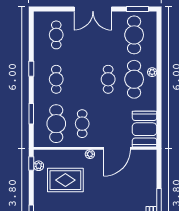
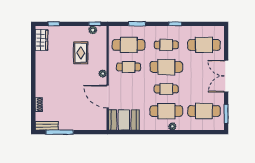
cafe table: (56, 35) -> (204, 45), width x1.37, depth x1.35
cafe table: (82, 79) -> (166, 67), added
rug: (65, 180) -> (81, 53), width x0.73, depth x0.70

